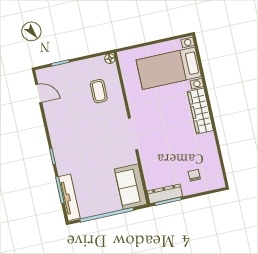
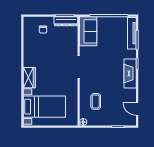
wardrobe: (200, 111) -> (29, 78), width x0.67
fireplace: (59, 141) -> (130, 74), added

